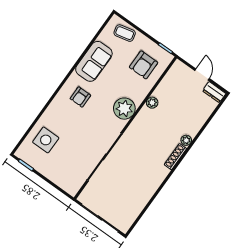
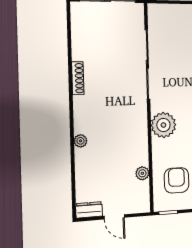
plant: (152, 103) -> (142, 173), moved
shoe rack: (175, 157) -> (78, 78), moved

